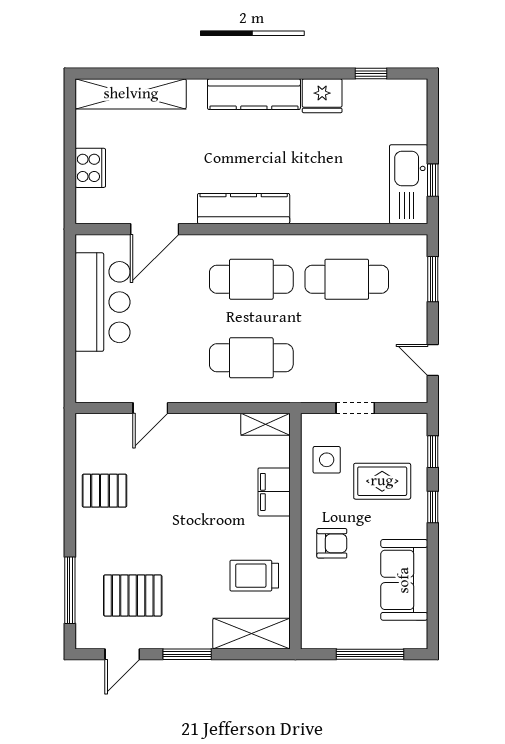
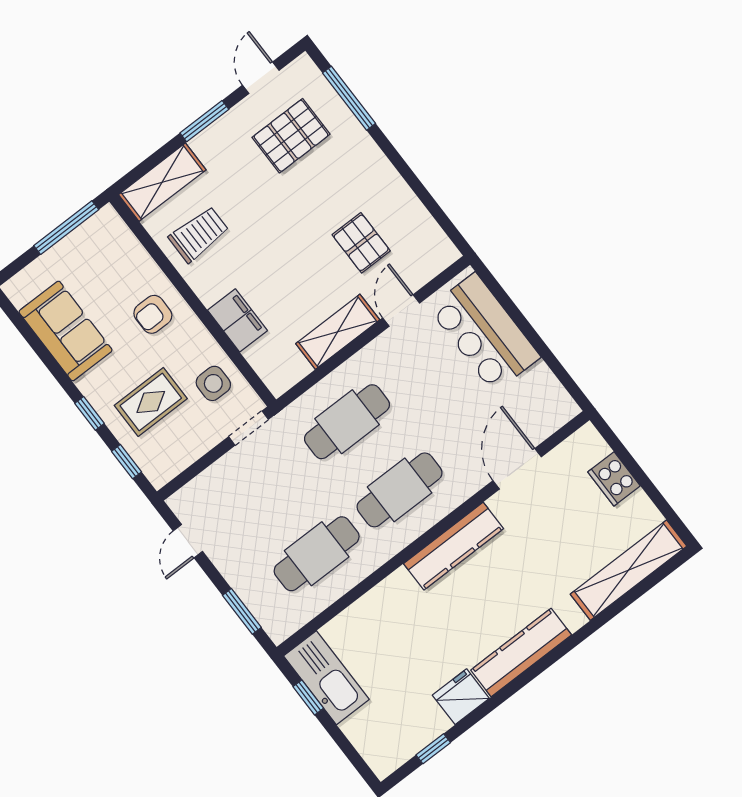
bar counter: (102, 302) -> (484, 333), moved
door: (433, 360) -> (188, 541), swing flipped
doorway: (355, 408) -> (248, 428), moved
shelving: (266, 424) -> (338, 332), moved, width x1.50, depth x1.33
pallet: (104, 491) -> (361, 243), moved, turned 90
window: (370, 654) -> (66, 228), moved

